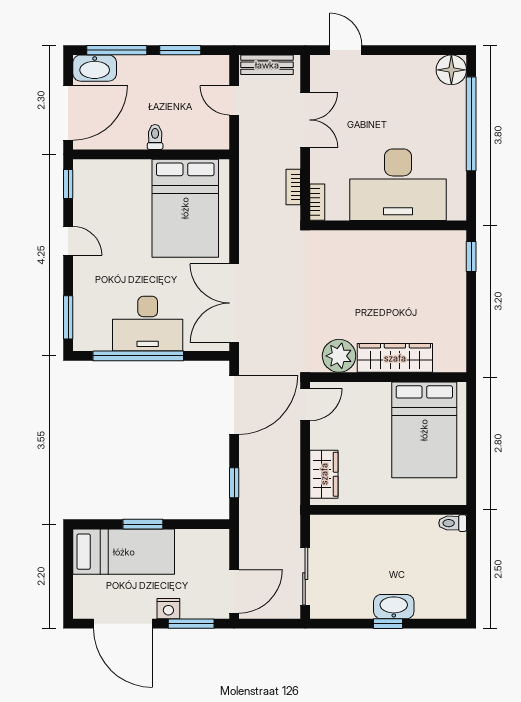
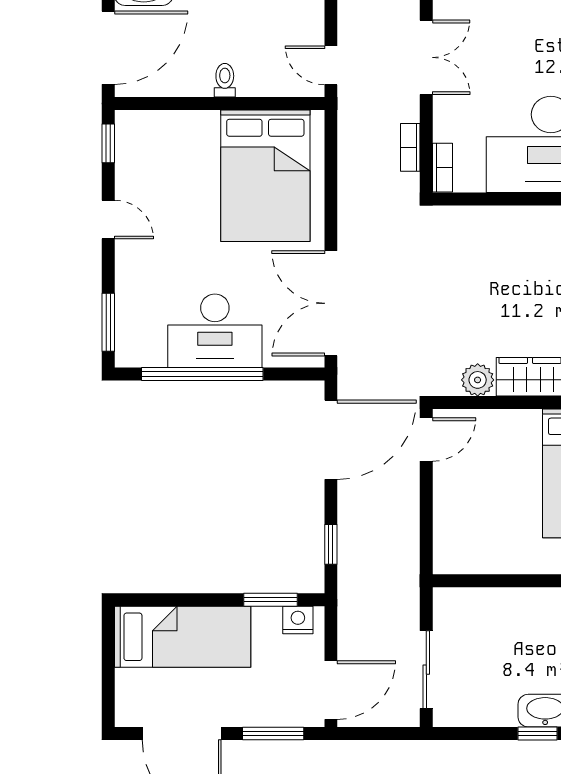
door: (234, 100) -> (331, 65), moved
plant: (339, 356) -> (478, 380), width x0.73, depth x0.73
wardrobe: (324, 474) -> (451, 533), removed
window: (143, 524) -> (270, 600), moved
nightstand: (168, 609) -> (298, 620), moved, turned 180

